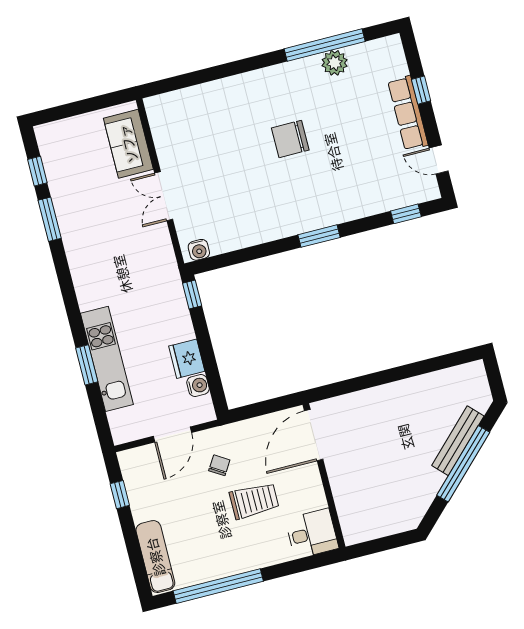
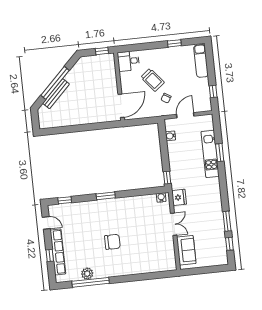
row of seats: (408, 113) -> (58, 252), width x1.36
fridge: (187, 359) -> (179, 197), moved
trolley: (254, 501) -> (152, 80), turned -129
window: (372, 547) -> (102, 51), added
window: (218, 586) -> (174, 43), width x0.32

